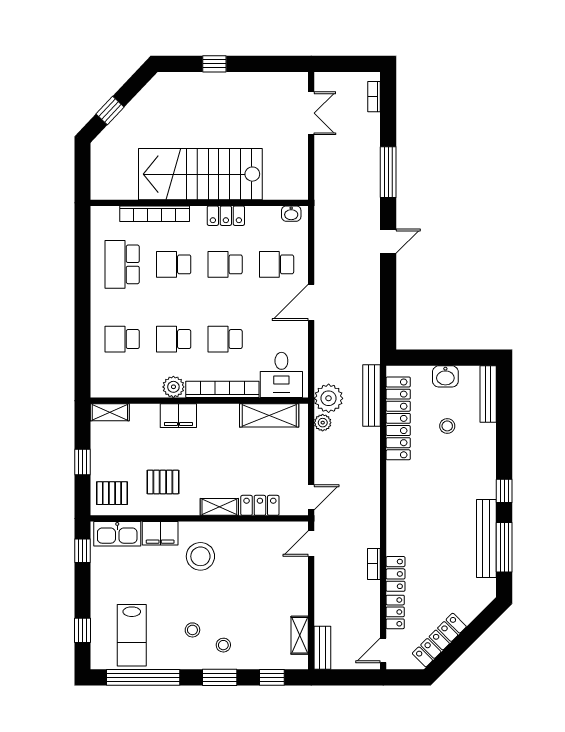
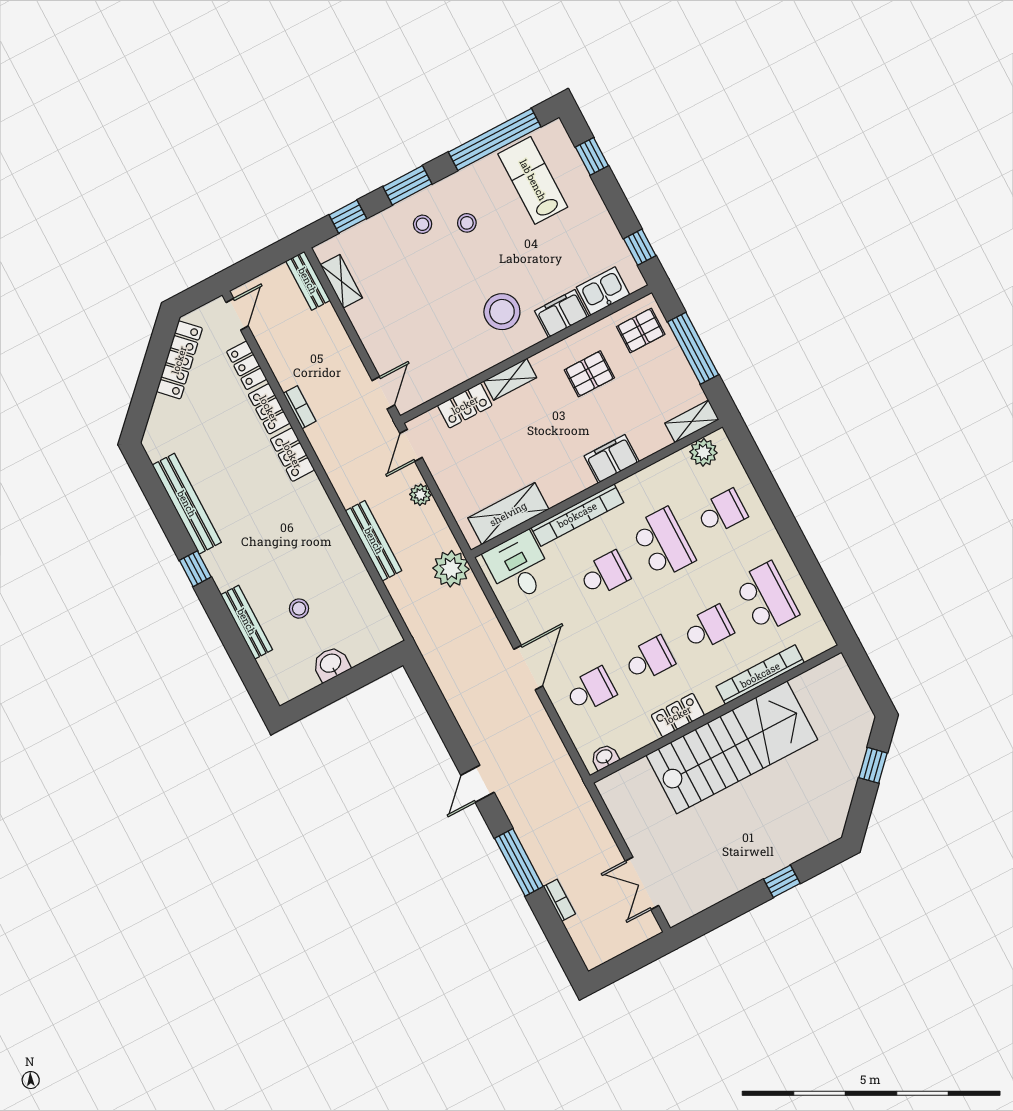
bookcase: (374, 97) -> (559, 900), moved
school desk: (174, 339) -> (663, 543), width x1.85
plant: (173, 387) -> (703, 452), moved
bench: (488, 394) -> (247, 622), moved
bench: (372, 396) -> (374, 541), moved
locker: (398, 418) -> (292, 455), moved, width x0.46, depth x0.83
plant: (323, 423) -> (420, 495), moved
window: (82, 462) -> (693, 348), width x2.17
kitchen sink: (117, 534) -> (603, 291), width x0.73
window: (504, 547) -> (161, 504), removed

